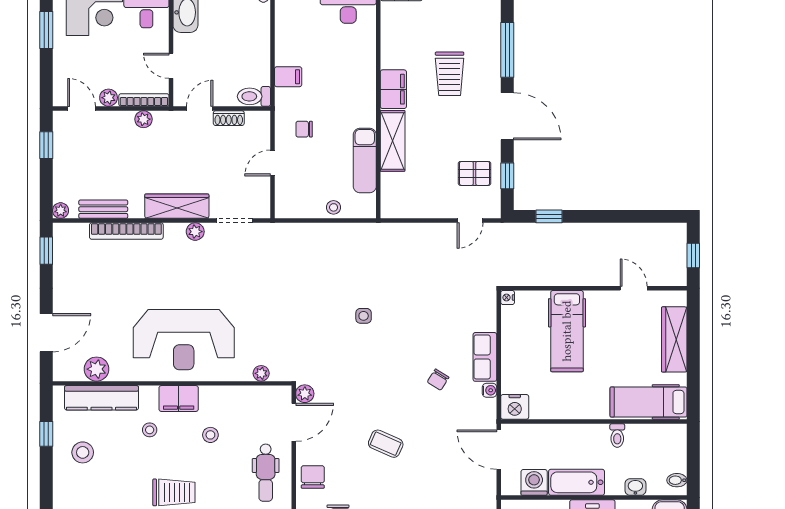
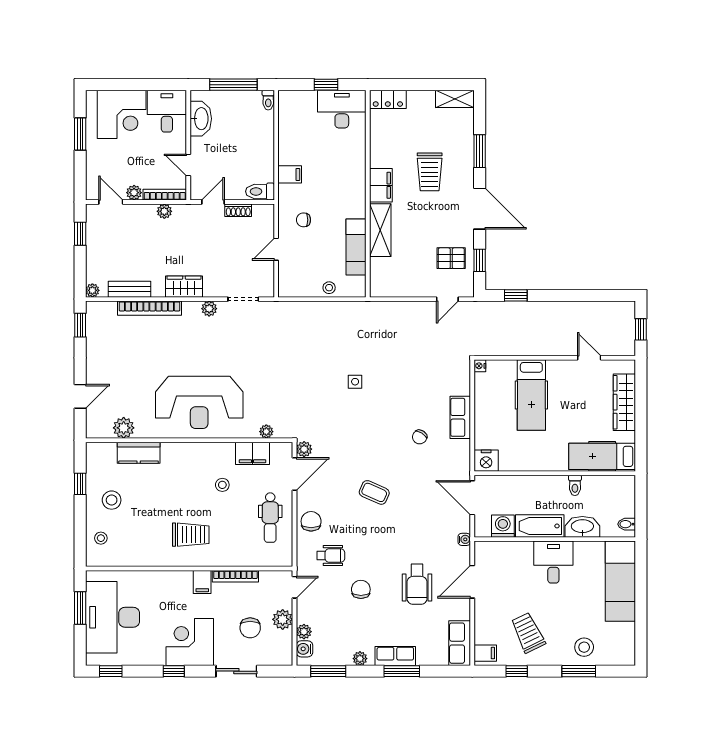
window: (507, 50) -> (480, 151), width x0.69
wardrobe: (177, 206) -> (184, 287), width x0.67
door: (46, 333) -> (80, 396), width x0.73
water cooler: (490, 390) -> (464, 539), moved
kitchen counter: (101, 398) -> (139, 453), width x0.67
filing cabinet: (179, 398) -> (252, 453), moved
stool: (150, 430) -> (101, 538), moved
washbasin: (635, 487) -> (582, 527), width x1.91, depth x1.45

